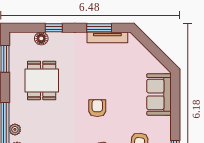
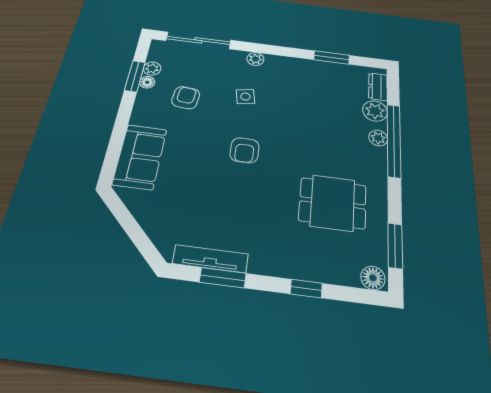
floor lamp: (41, 38) -> (373, 278), moved
dining table: (42, 80) -> (333, 203), turned 90

